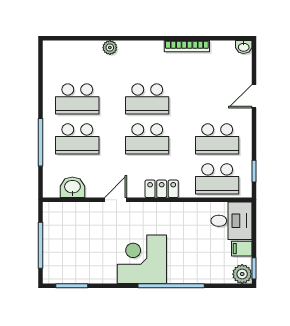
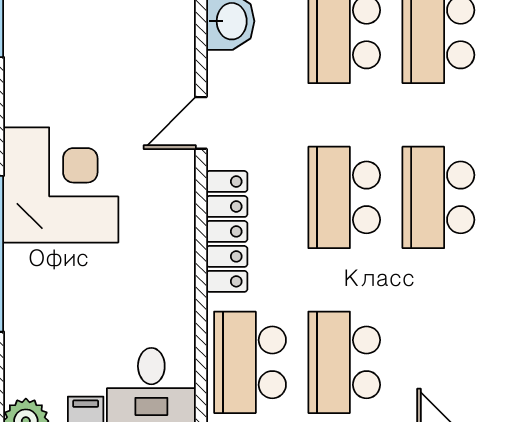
locker: (162, 189) -> (227, 231), width x1.53
door: (116, 200) -> (201, 123), swing flipped

